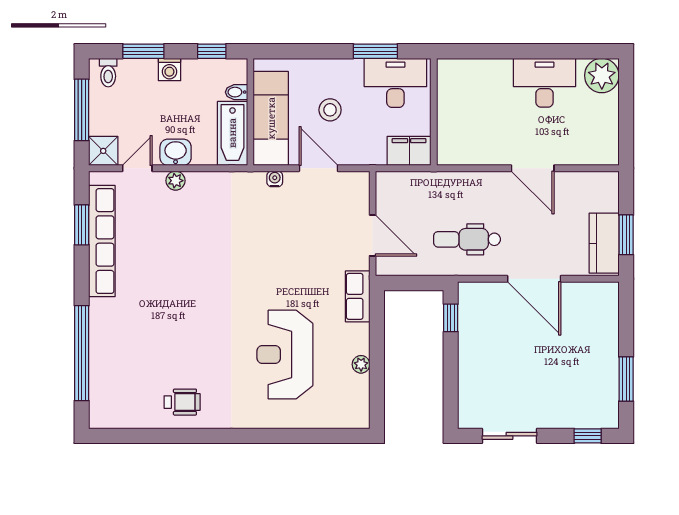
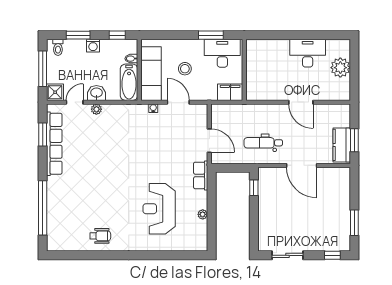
plant: (602, 76) -> (340, 68), moved

